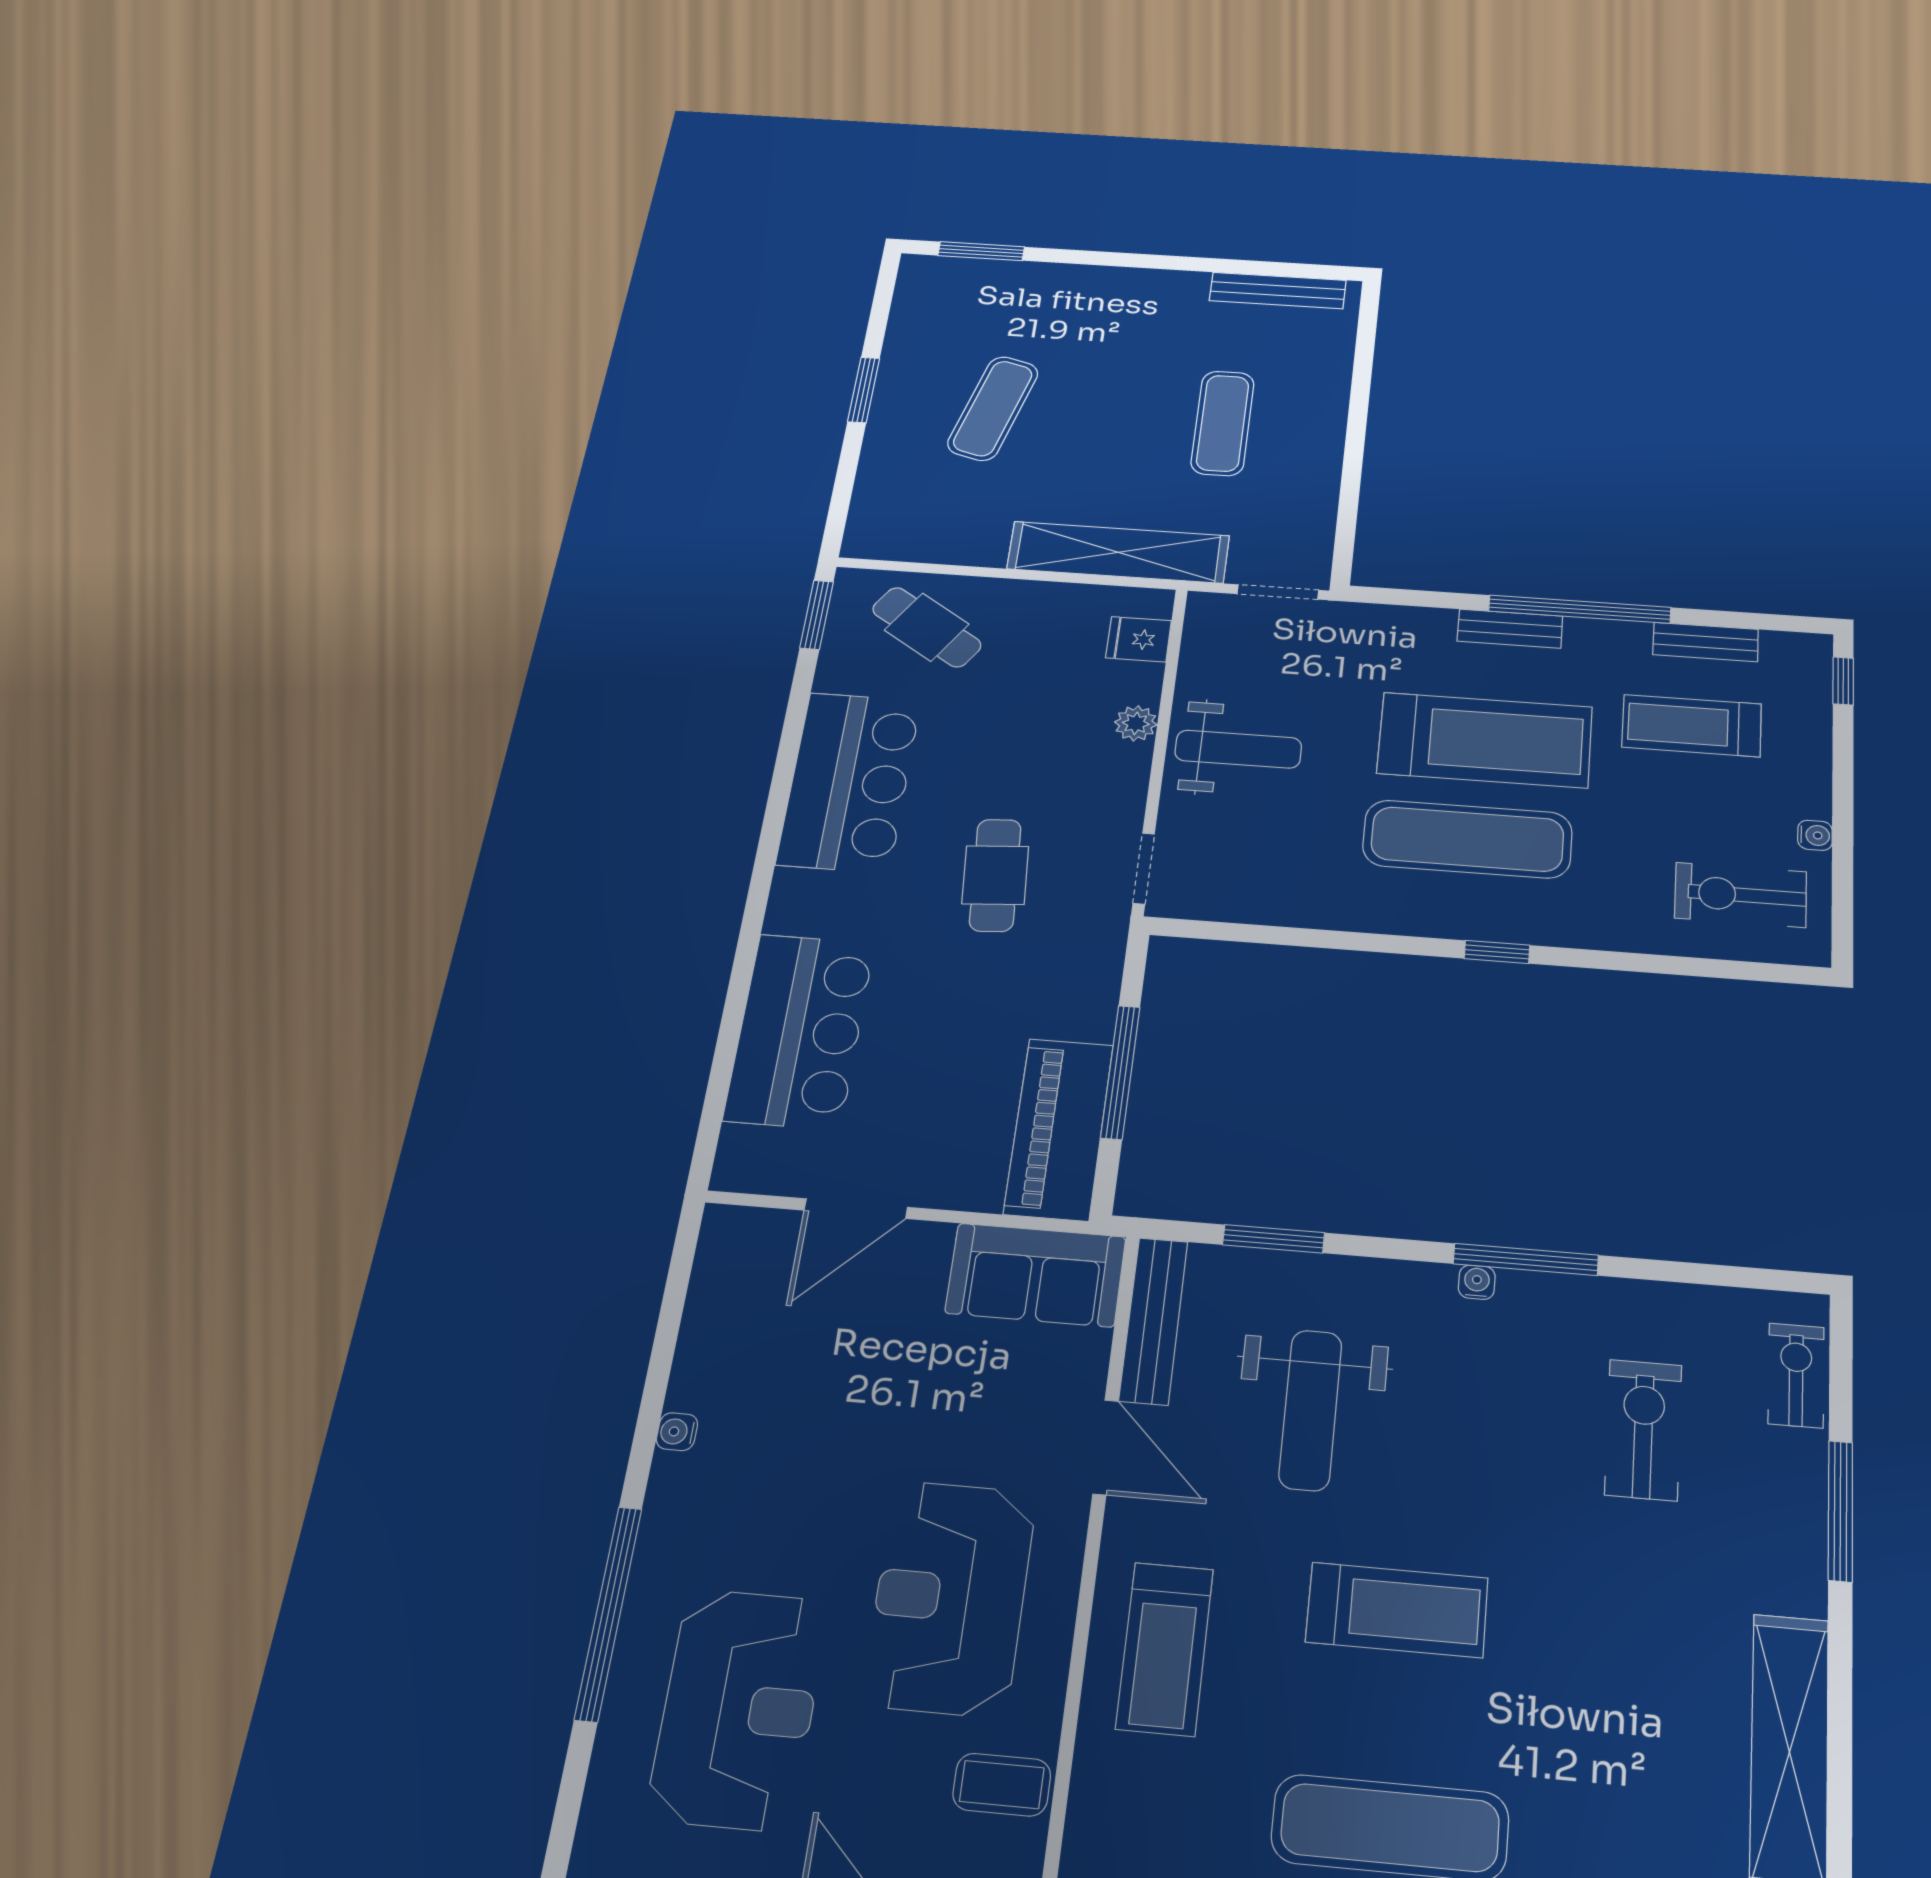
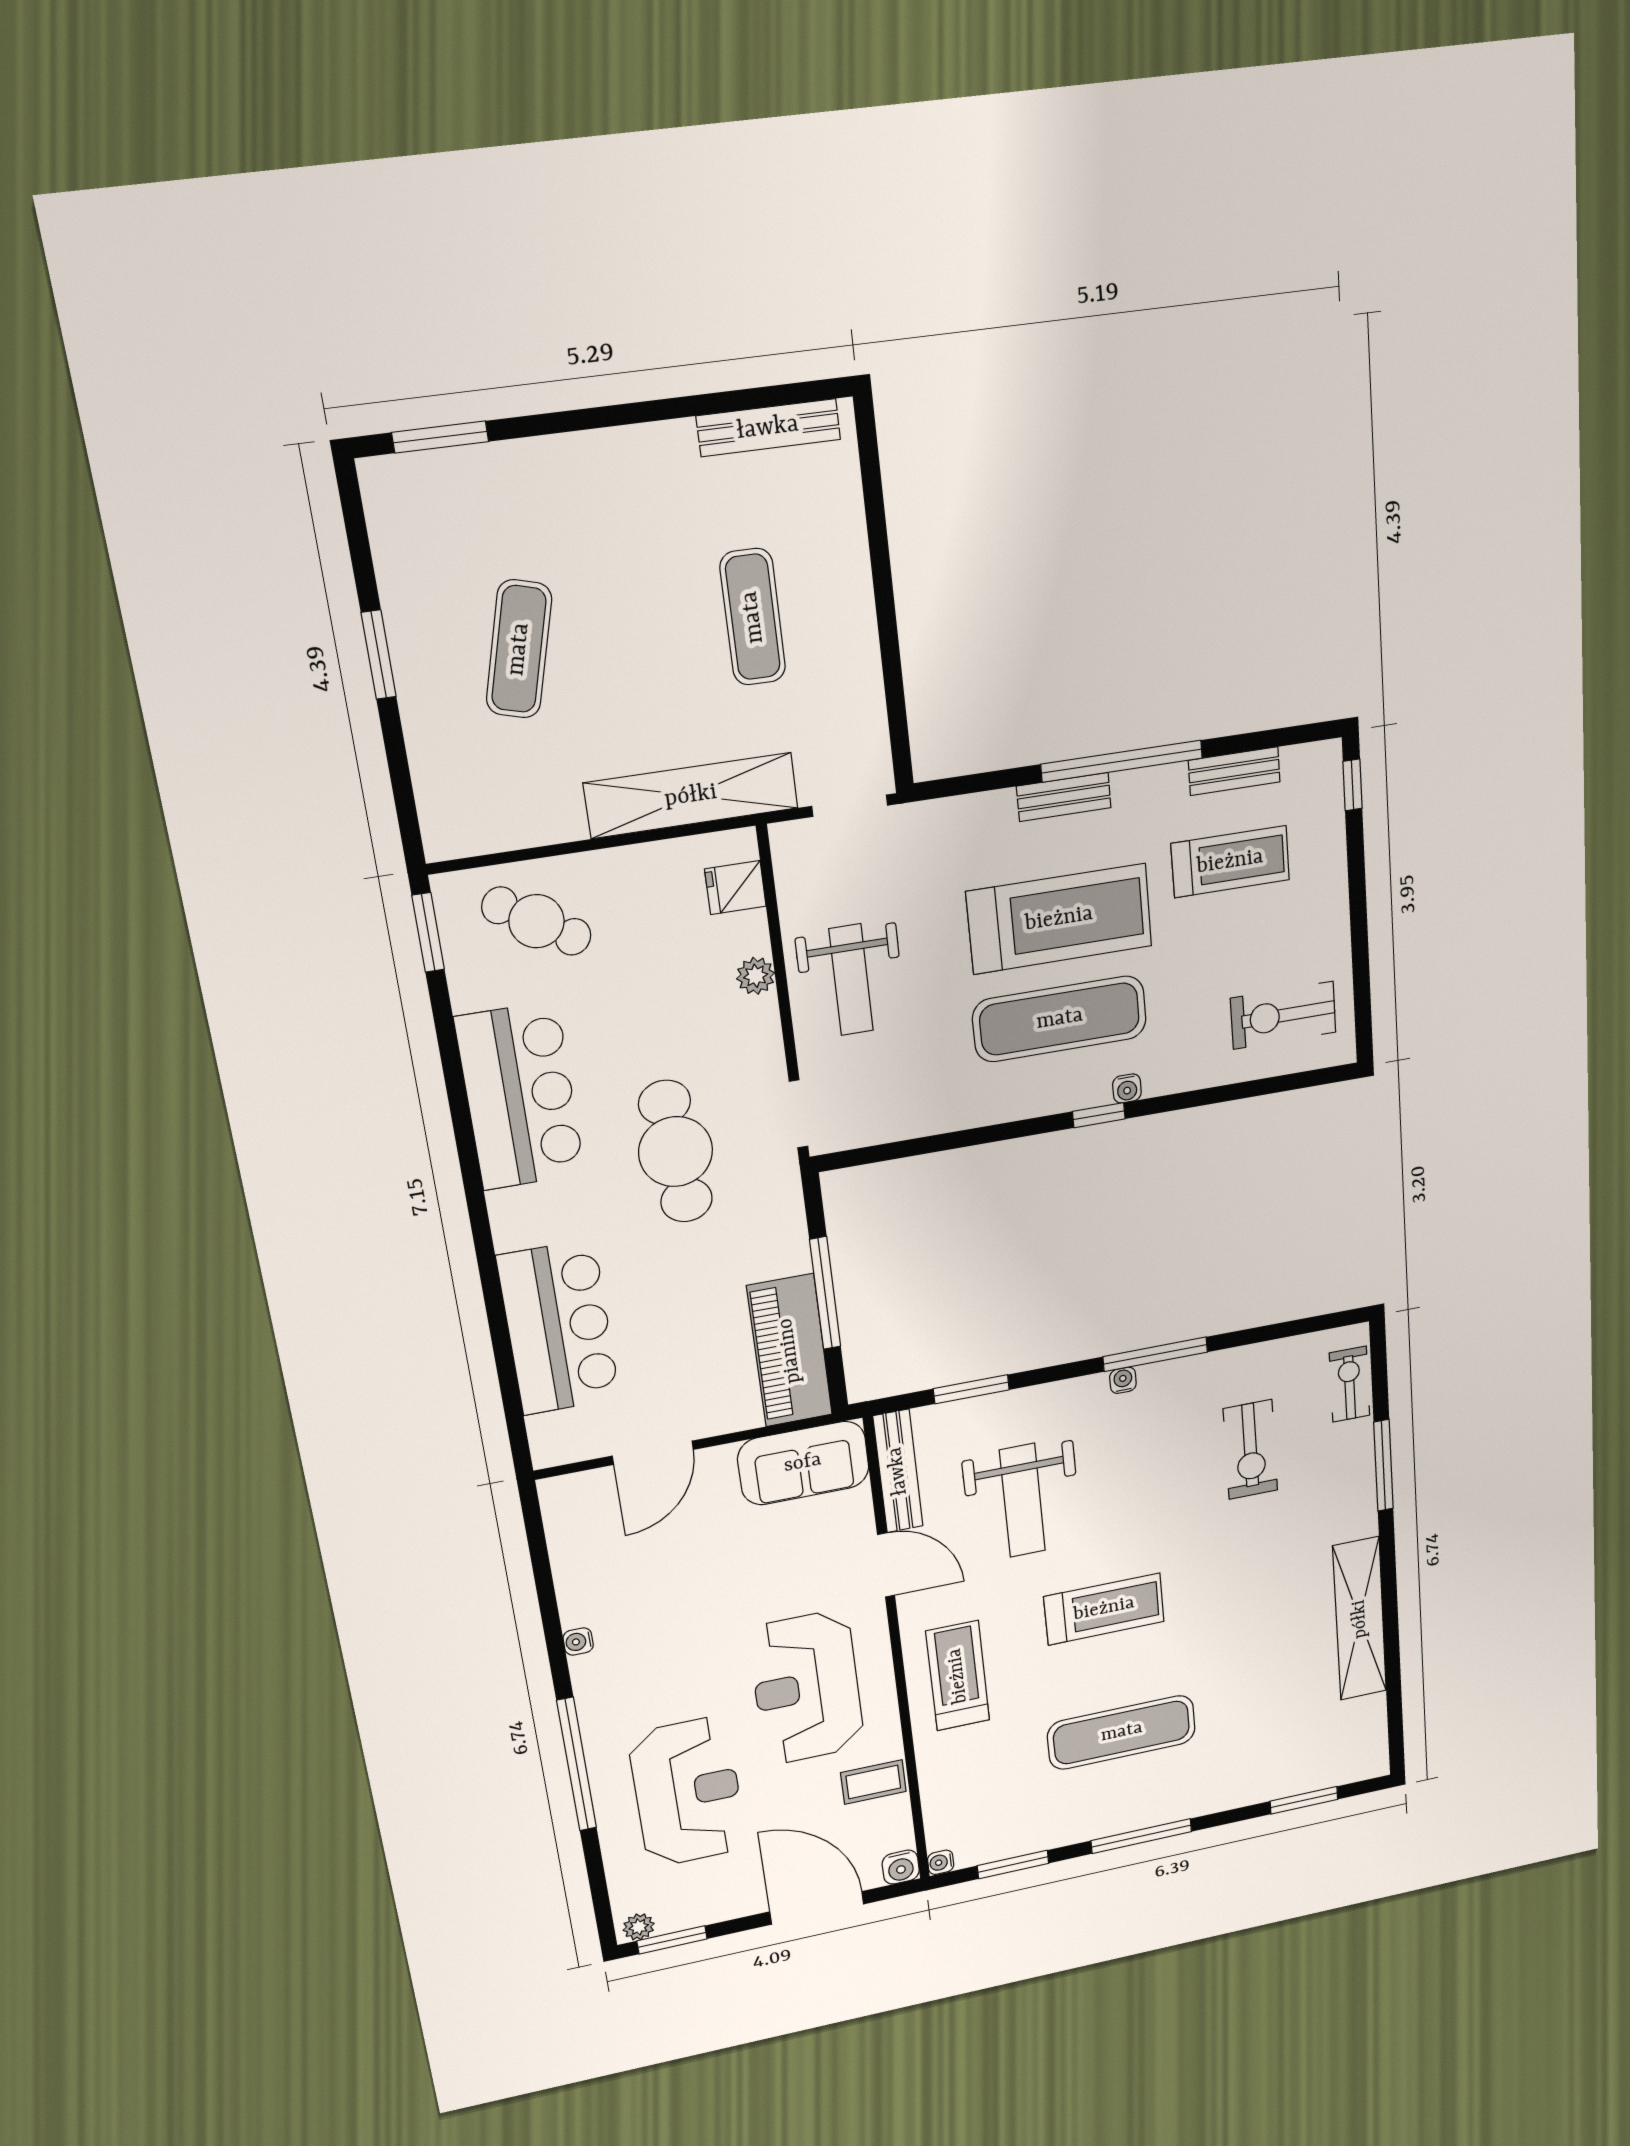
treadmill: (1692, 726) -> (1230, 862), turned 180
weight bench: (1238, 749) -> (851, 980), turned 90
water cooler: (1815, 835) -> (1127, 1088), moved, turned 90
cafe table: (995, 875) -> (676, 1152), width x1.37, depth x1.35
exercise bike: (1643, 1430) -> (1250, 1450), turned 180
treadmill: (1165, 1649) -> (958, 1676), turned 180

